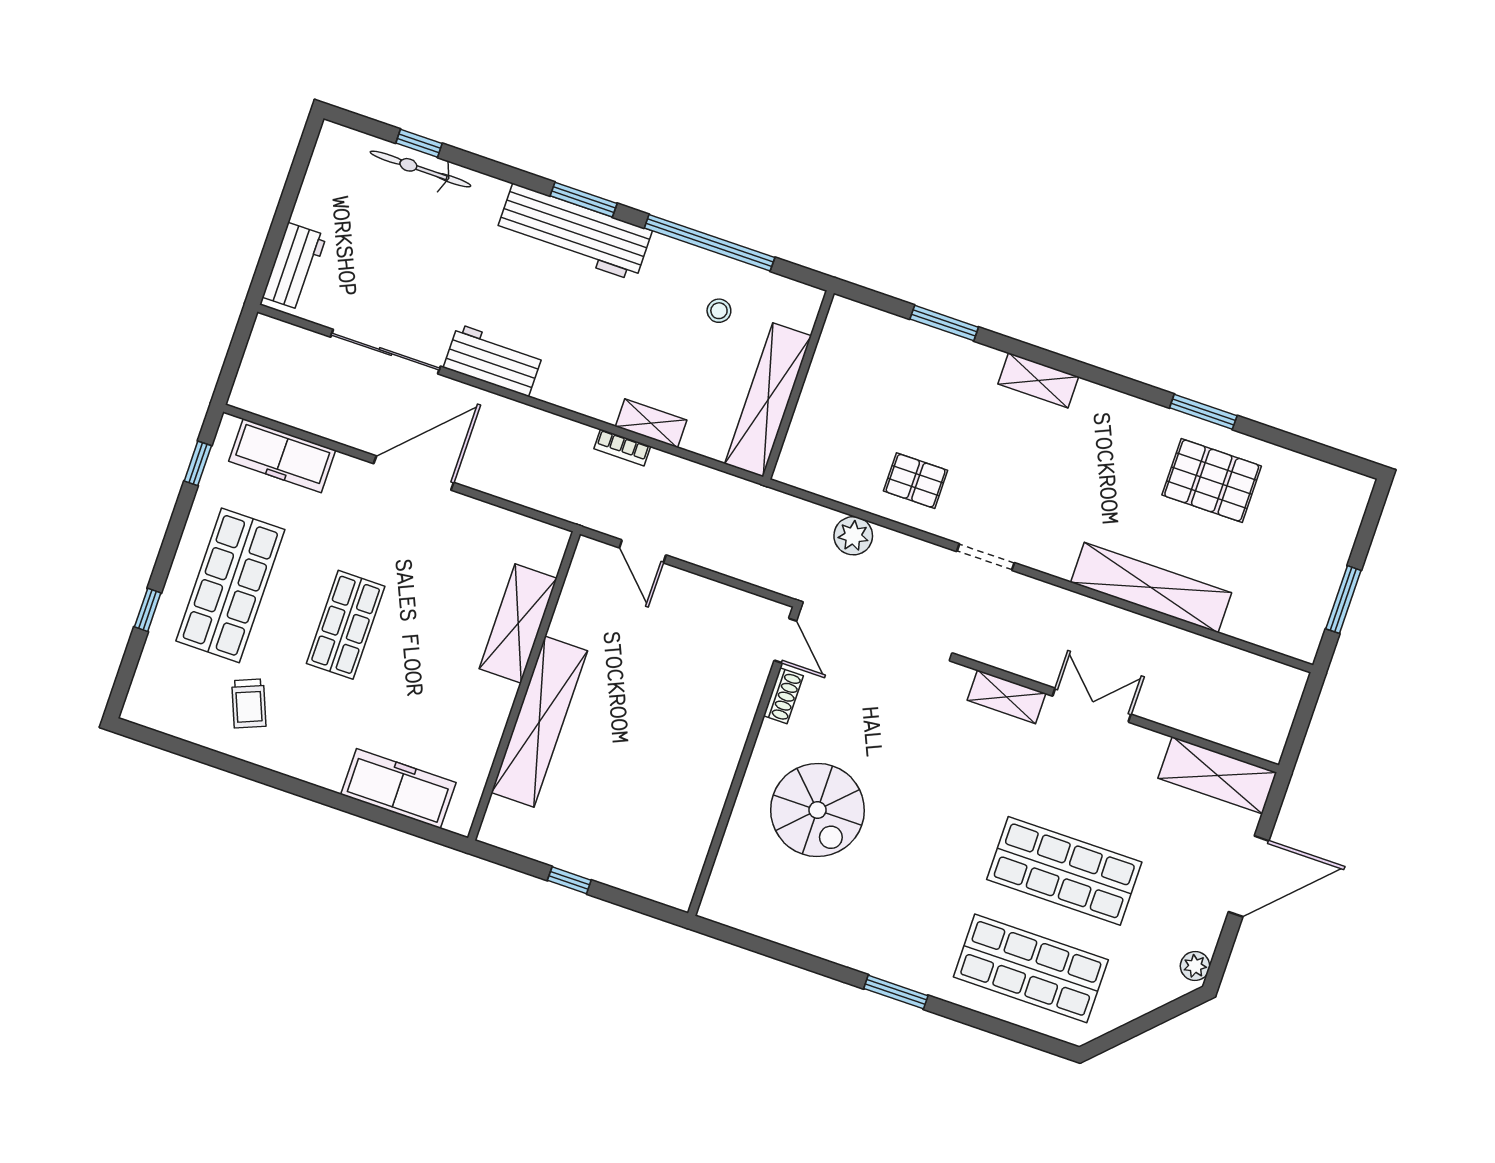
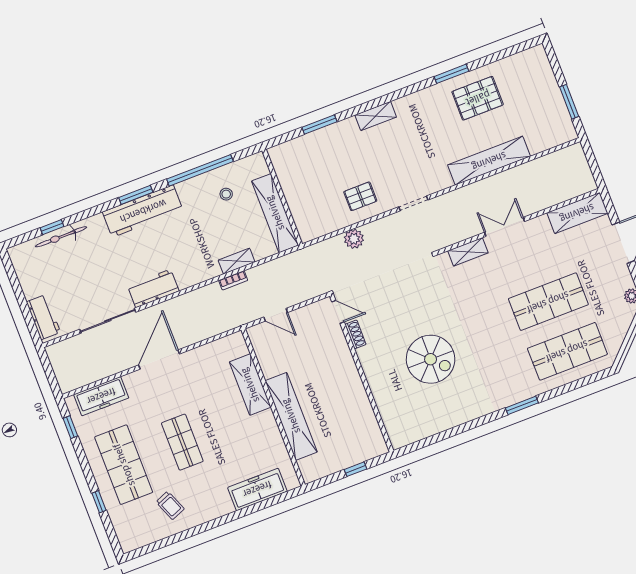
door: (785, 641) -> (338, 312), moved
shoe rack: (783, 696) -> (355, 334), moved
wall: (744, 761) -> (362, 373), moved

